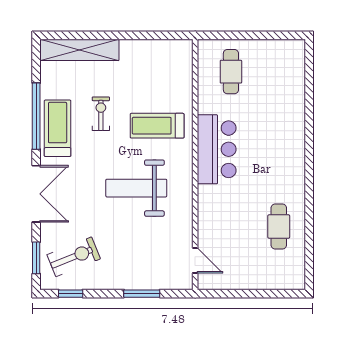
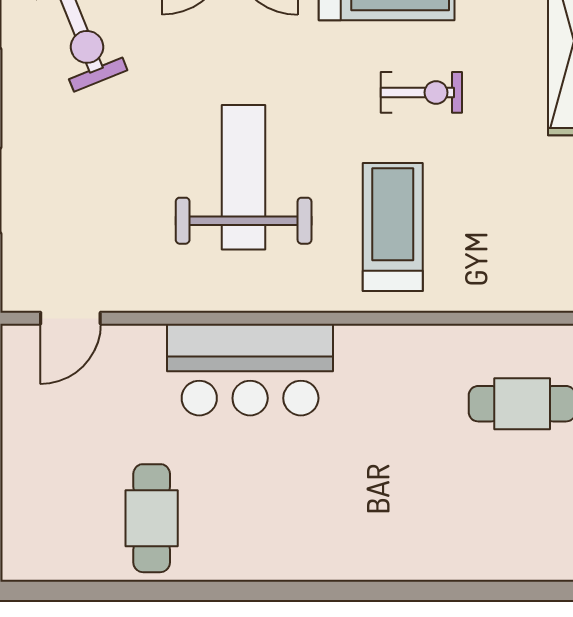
bar counter: (217, 149) -> (250, 370), moved
cafe table: (279, 227) -> (152, 518), turned 90

